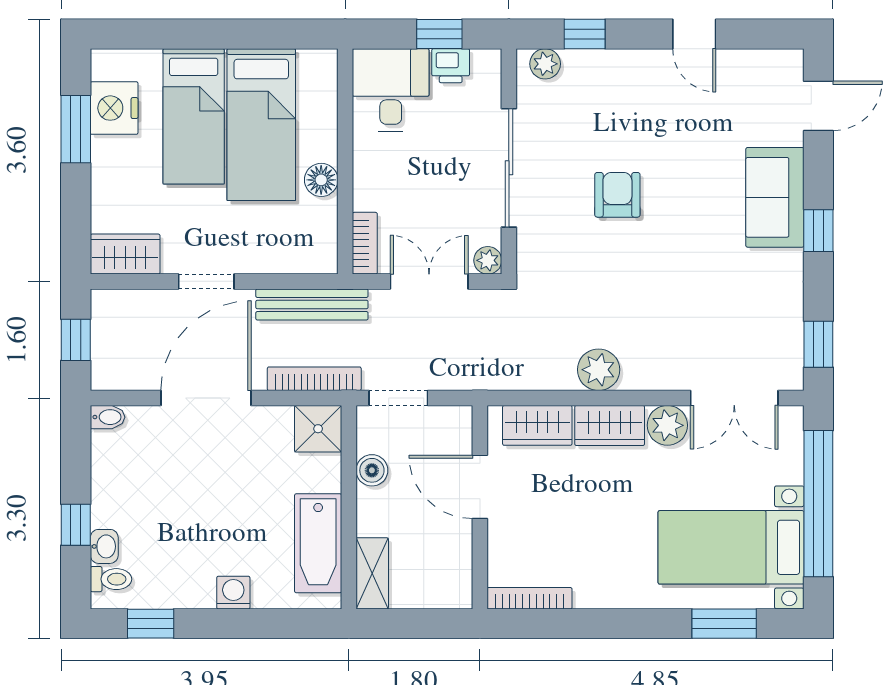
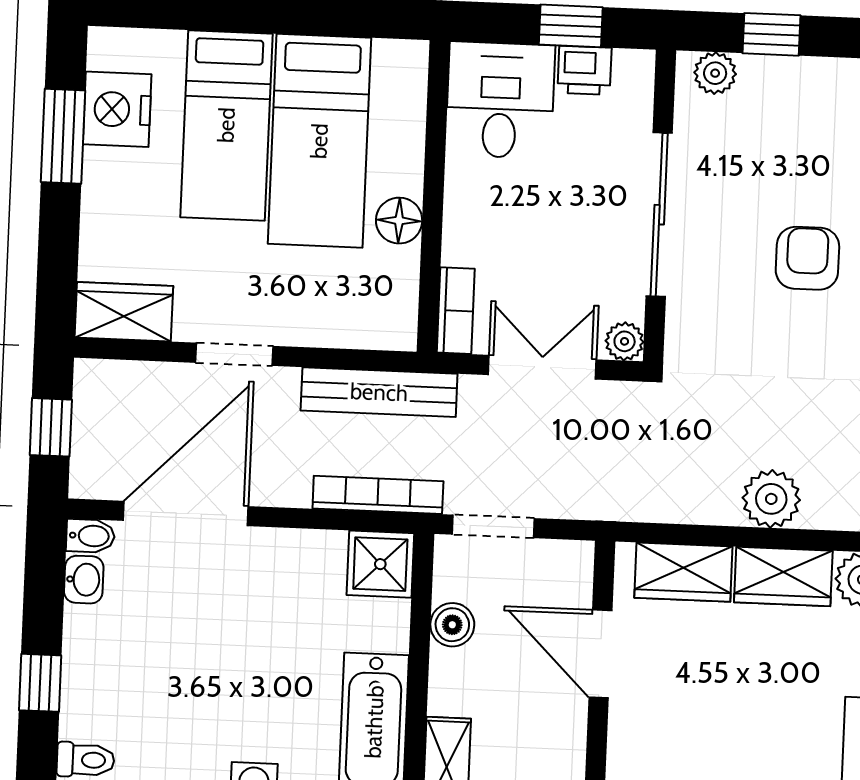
door: (206, 398) -> (186, 513), moved
washbasin: (104, 546) -> (84, 580), moved

